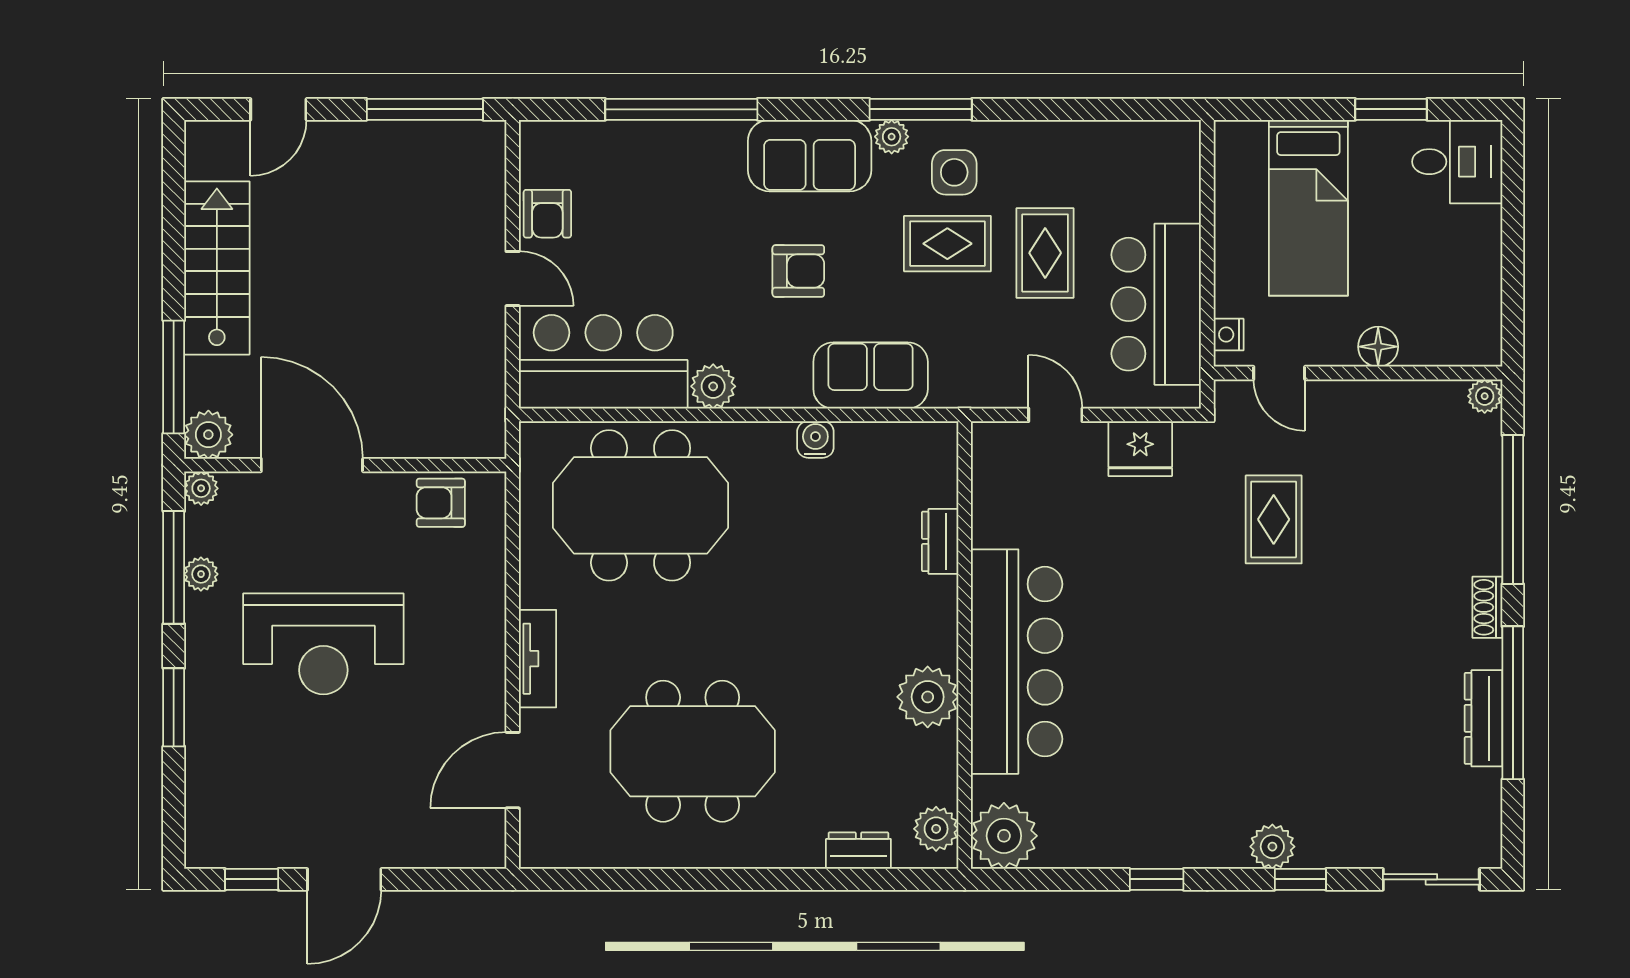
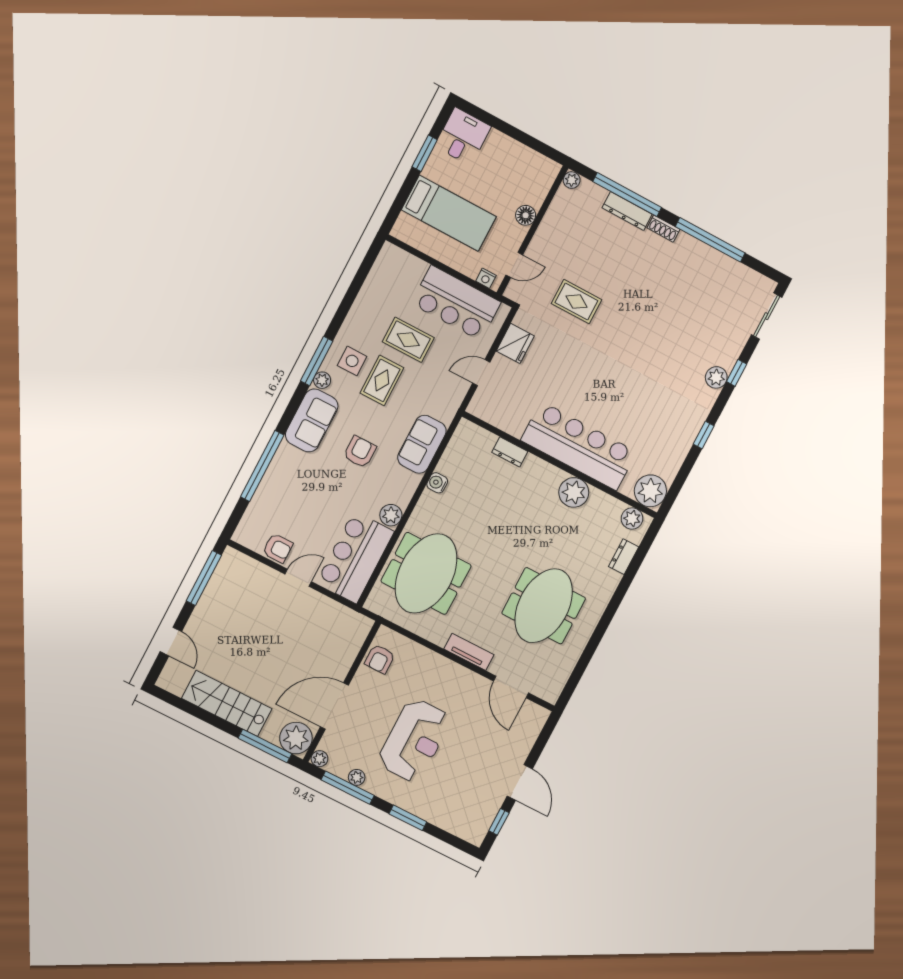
plant: (208, 435) -> (296, 738), width x1.36, depth x1.36
dresser: (1483, 718) -> (627, 211), moved

